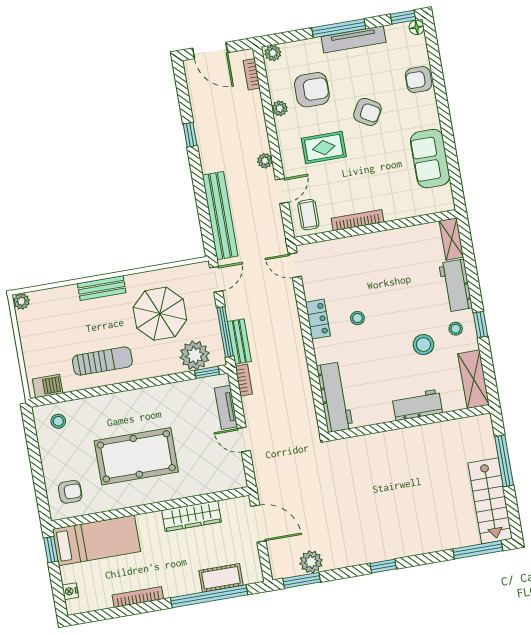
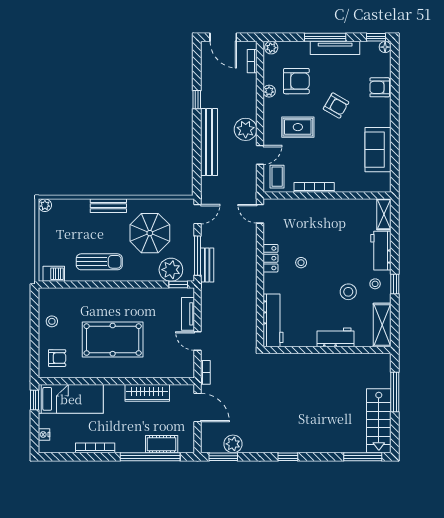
plant: (265, 161) -> (246, 129), width x1.88, depth x1.88
bench: (220, 216) -> (209, 142), moved
bookcase: (244, 380) -> (205, 372), moved
stool: (58, 421) -> (52, 321), moved

